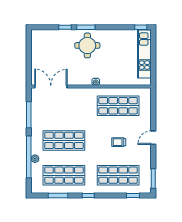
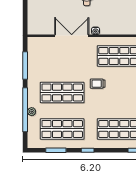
double door: (51, 86) -> (72, 36), moved
trolley: (119, 142) -> (98, 84), moved

